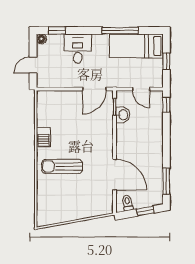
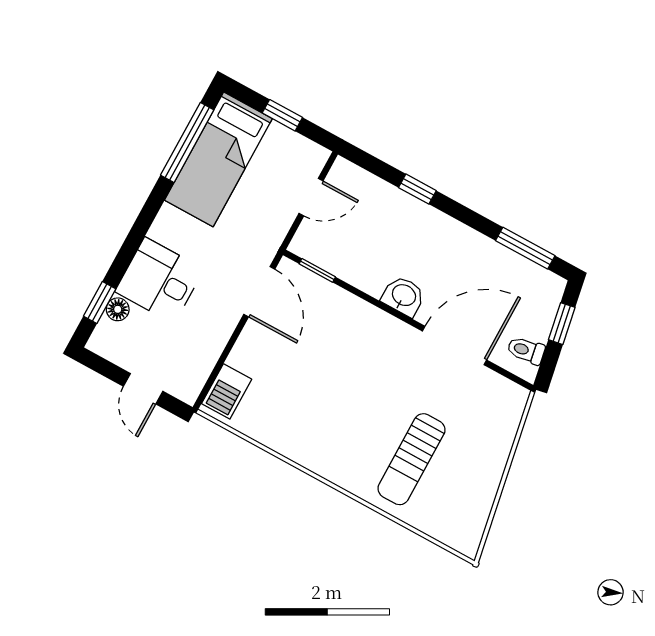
window: (120, 31) -> (187, 142), moved
floor lamp: (41, 39) -> (118, 309), moved
window: (166, 105) -> (417, 189), moved
washbasin: (123, 115) -> (404, 296), moved
barbecue: (44, 137) -> (227, 391), moved, turned 90
sun lounger: (62, 166) -> (411, 459), moved

